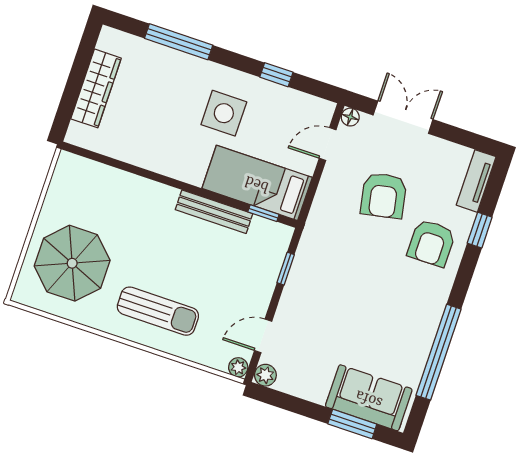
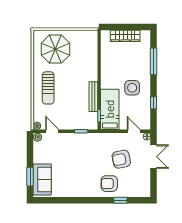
tv unit: (476, 181) -> (139, 193), removed
window: (439, 352) -> (69, 200), removed

